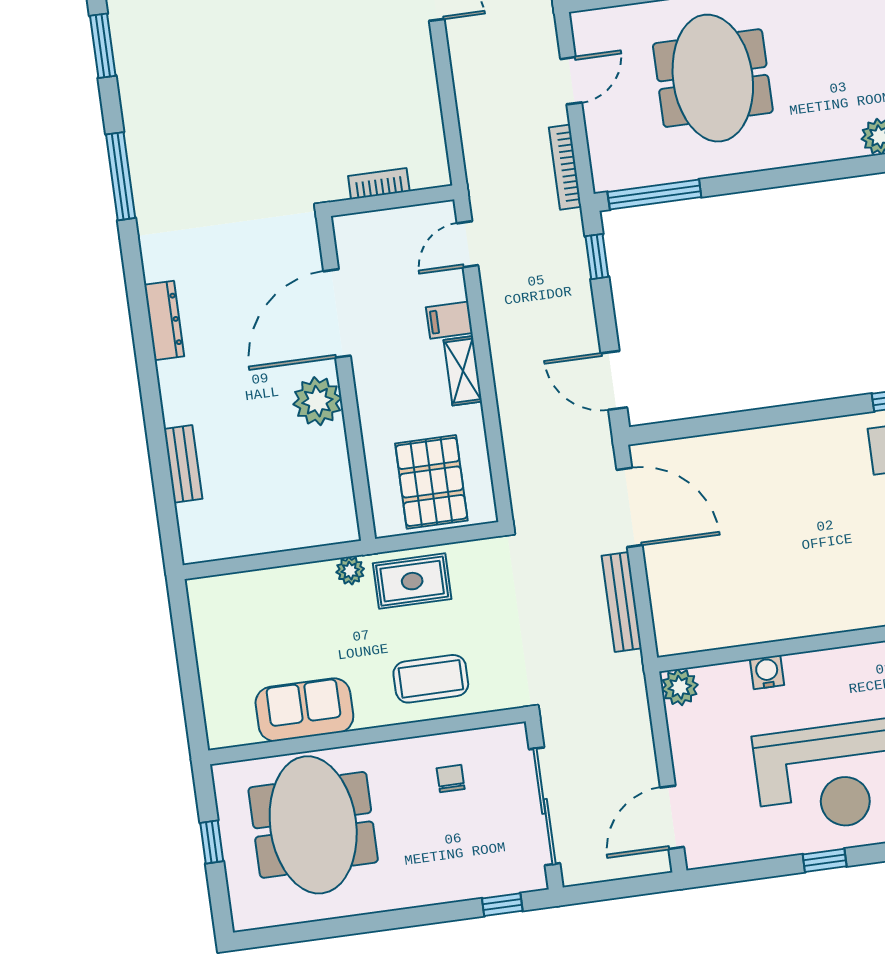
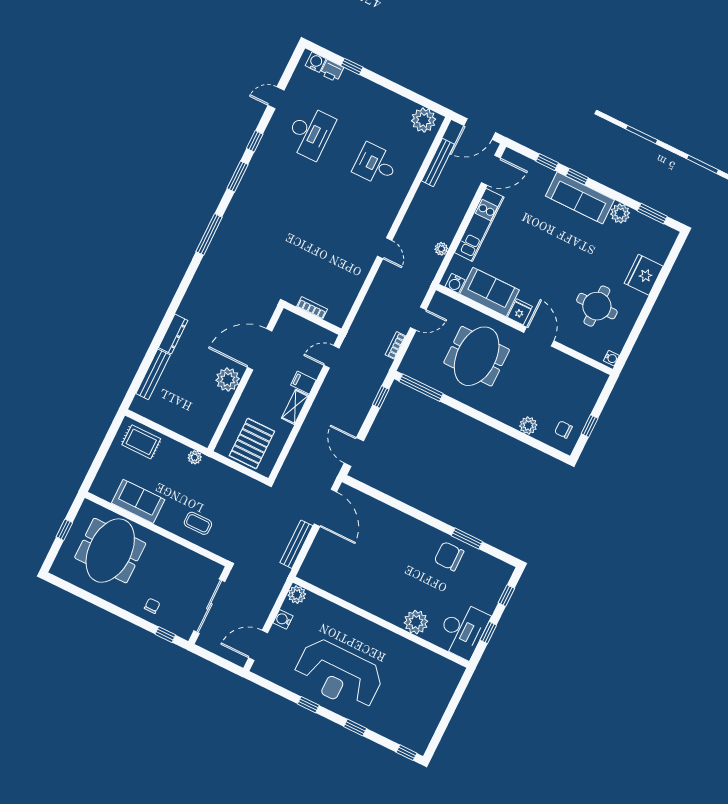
bookcase: (565, 167) -> (395, 345), width x0.64
dresser: (164, 320) -> (173, 334), moved
bench: (183, 464) -> (153, 374), width x1.36
rug: (412, 581) -> (141, 442), moved
water cooler: (767, 672) -> (283, 619), moved, turned -90
coffee table: (431, 679) -> (198, 523), width x0.73, depth x0.77
chair: (451, 779) -> (152, 606), moved

